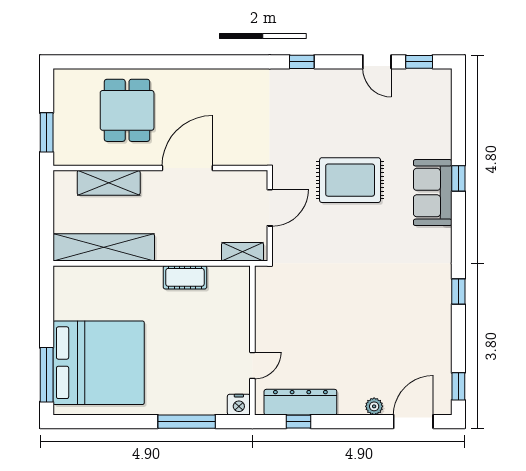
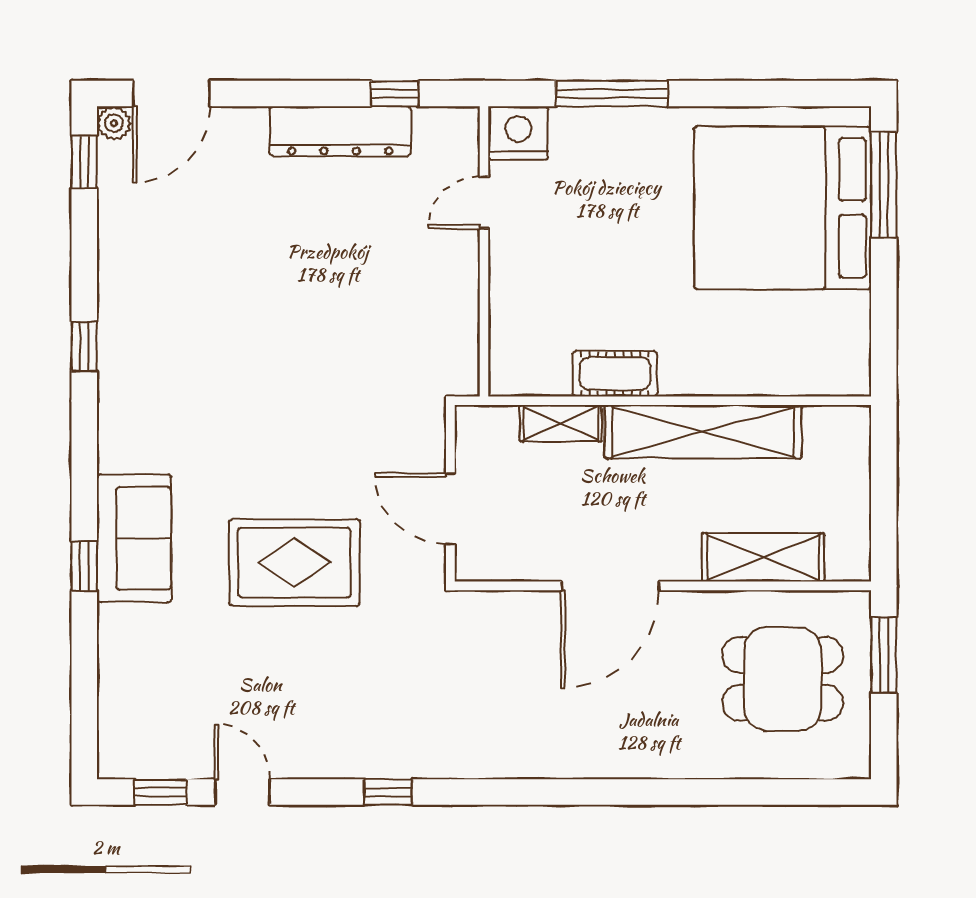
dining table: (127, 110) -> (783, 679), moved, turned 90
door: (270, 208) -> (450, 509), hinge flipped
shelving: (104, 247) -> (703, 432), moved
shelving: (243, 252) -> (561, 423), moved
dresser: (300, 402) -> (340, 131), moved
nightstand: (239, 405) -> (518, 133), width x1.36, depth x1.33
plant: (374, 406) -> (114, 123), moved

